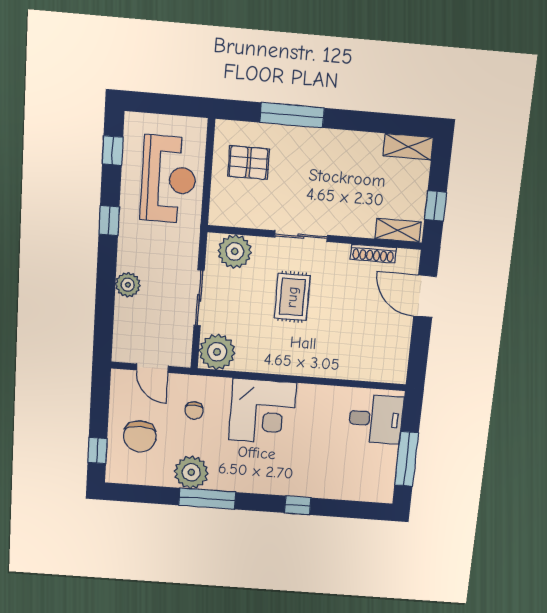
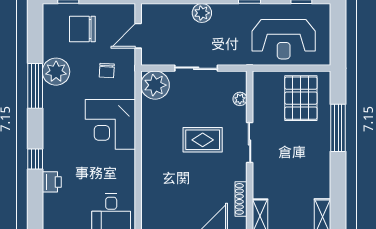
pallet: (248, 163) -> (301, 98), width x1.50, depth x1.42
plant: (235, 251) -> (240, 99), width x0.53, depth x0.53
chair: (194, 411) -> (107, 70), turned -87
printer: (328, 488) -> (52, 182), added

